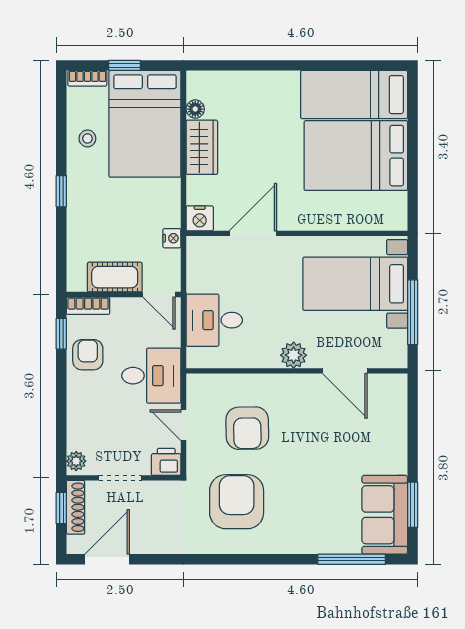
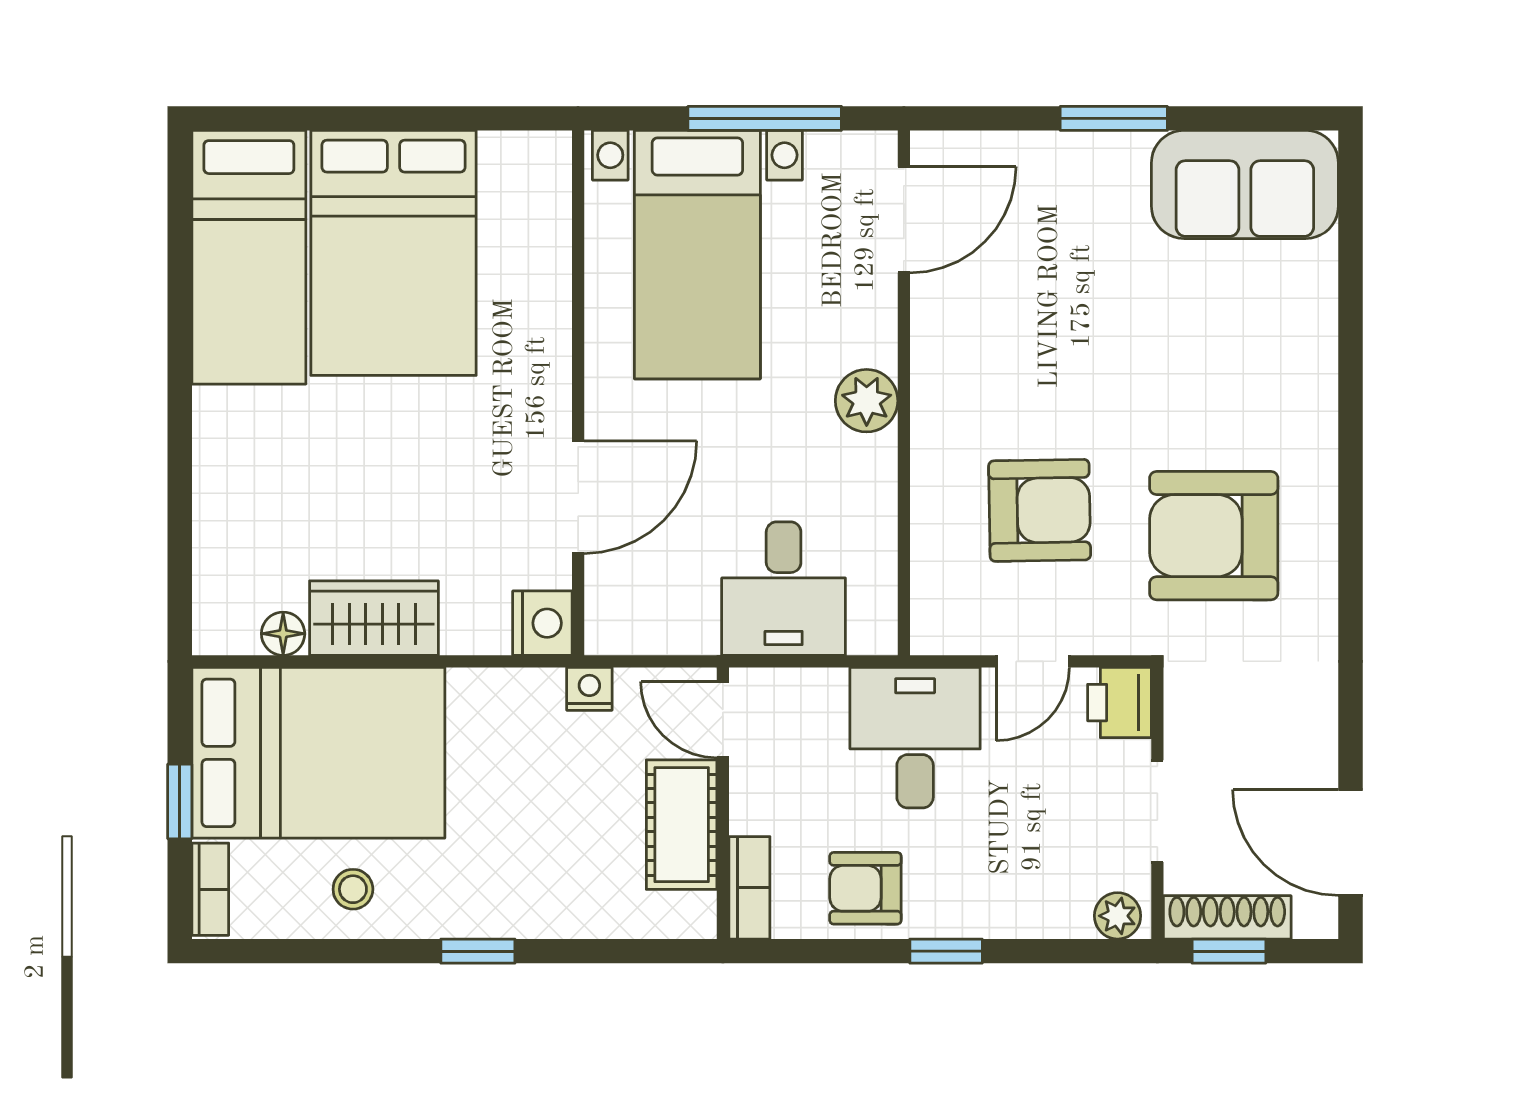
door: (253, 233) -> (578, 497), swing flipped
door: (159, 295) -> (723, 720), swing flipped
window: (61, 334) -> (946, 951), moved
door: (345, 371) -> (904, 220), moved
window: (413, 505) -> (1114, 118), moved
window: (352, 559) -> (1350, 263), removed

